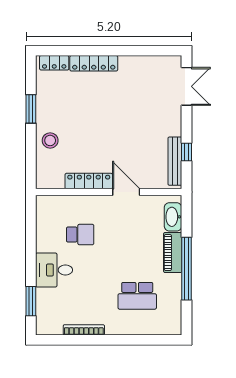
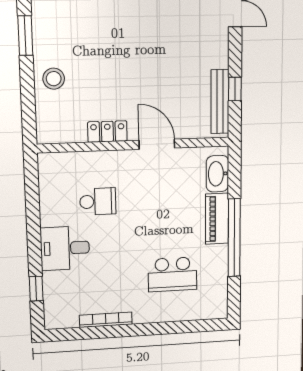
locker: (89, 181) -> (107, 132), width x0.66
window: (31, 301) -> (36, 289), width x0.67

